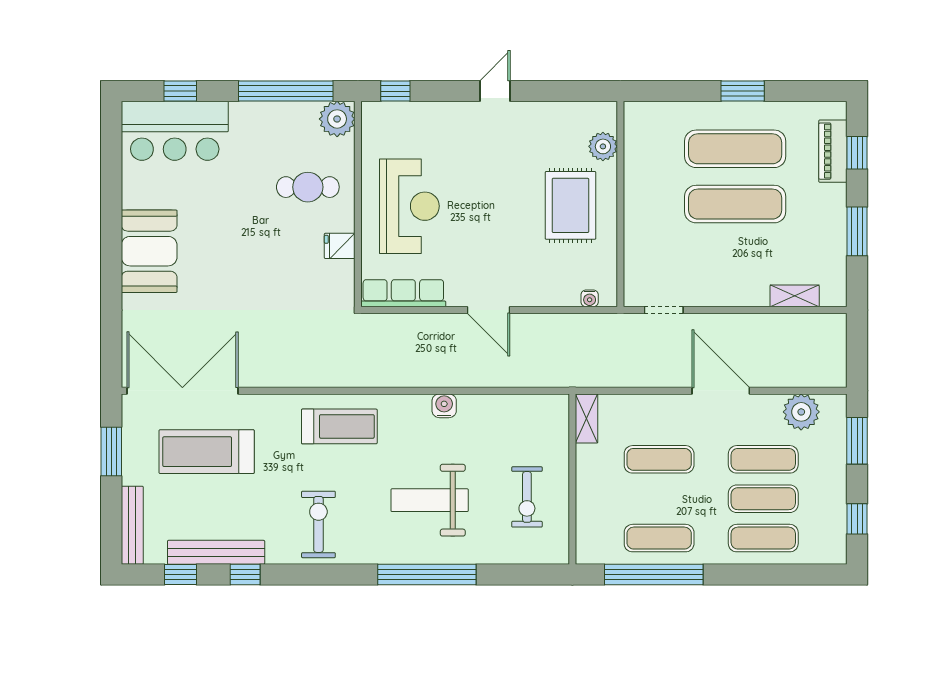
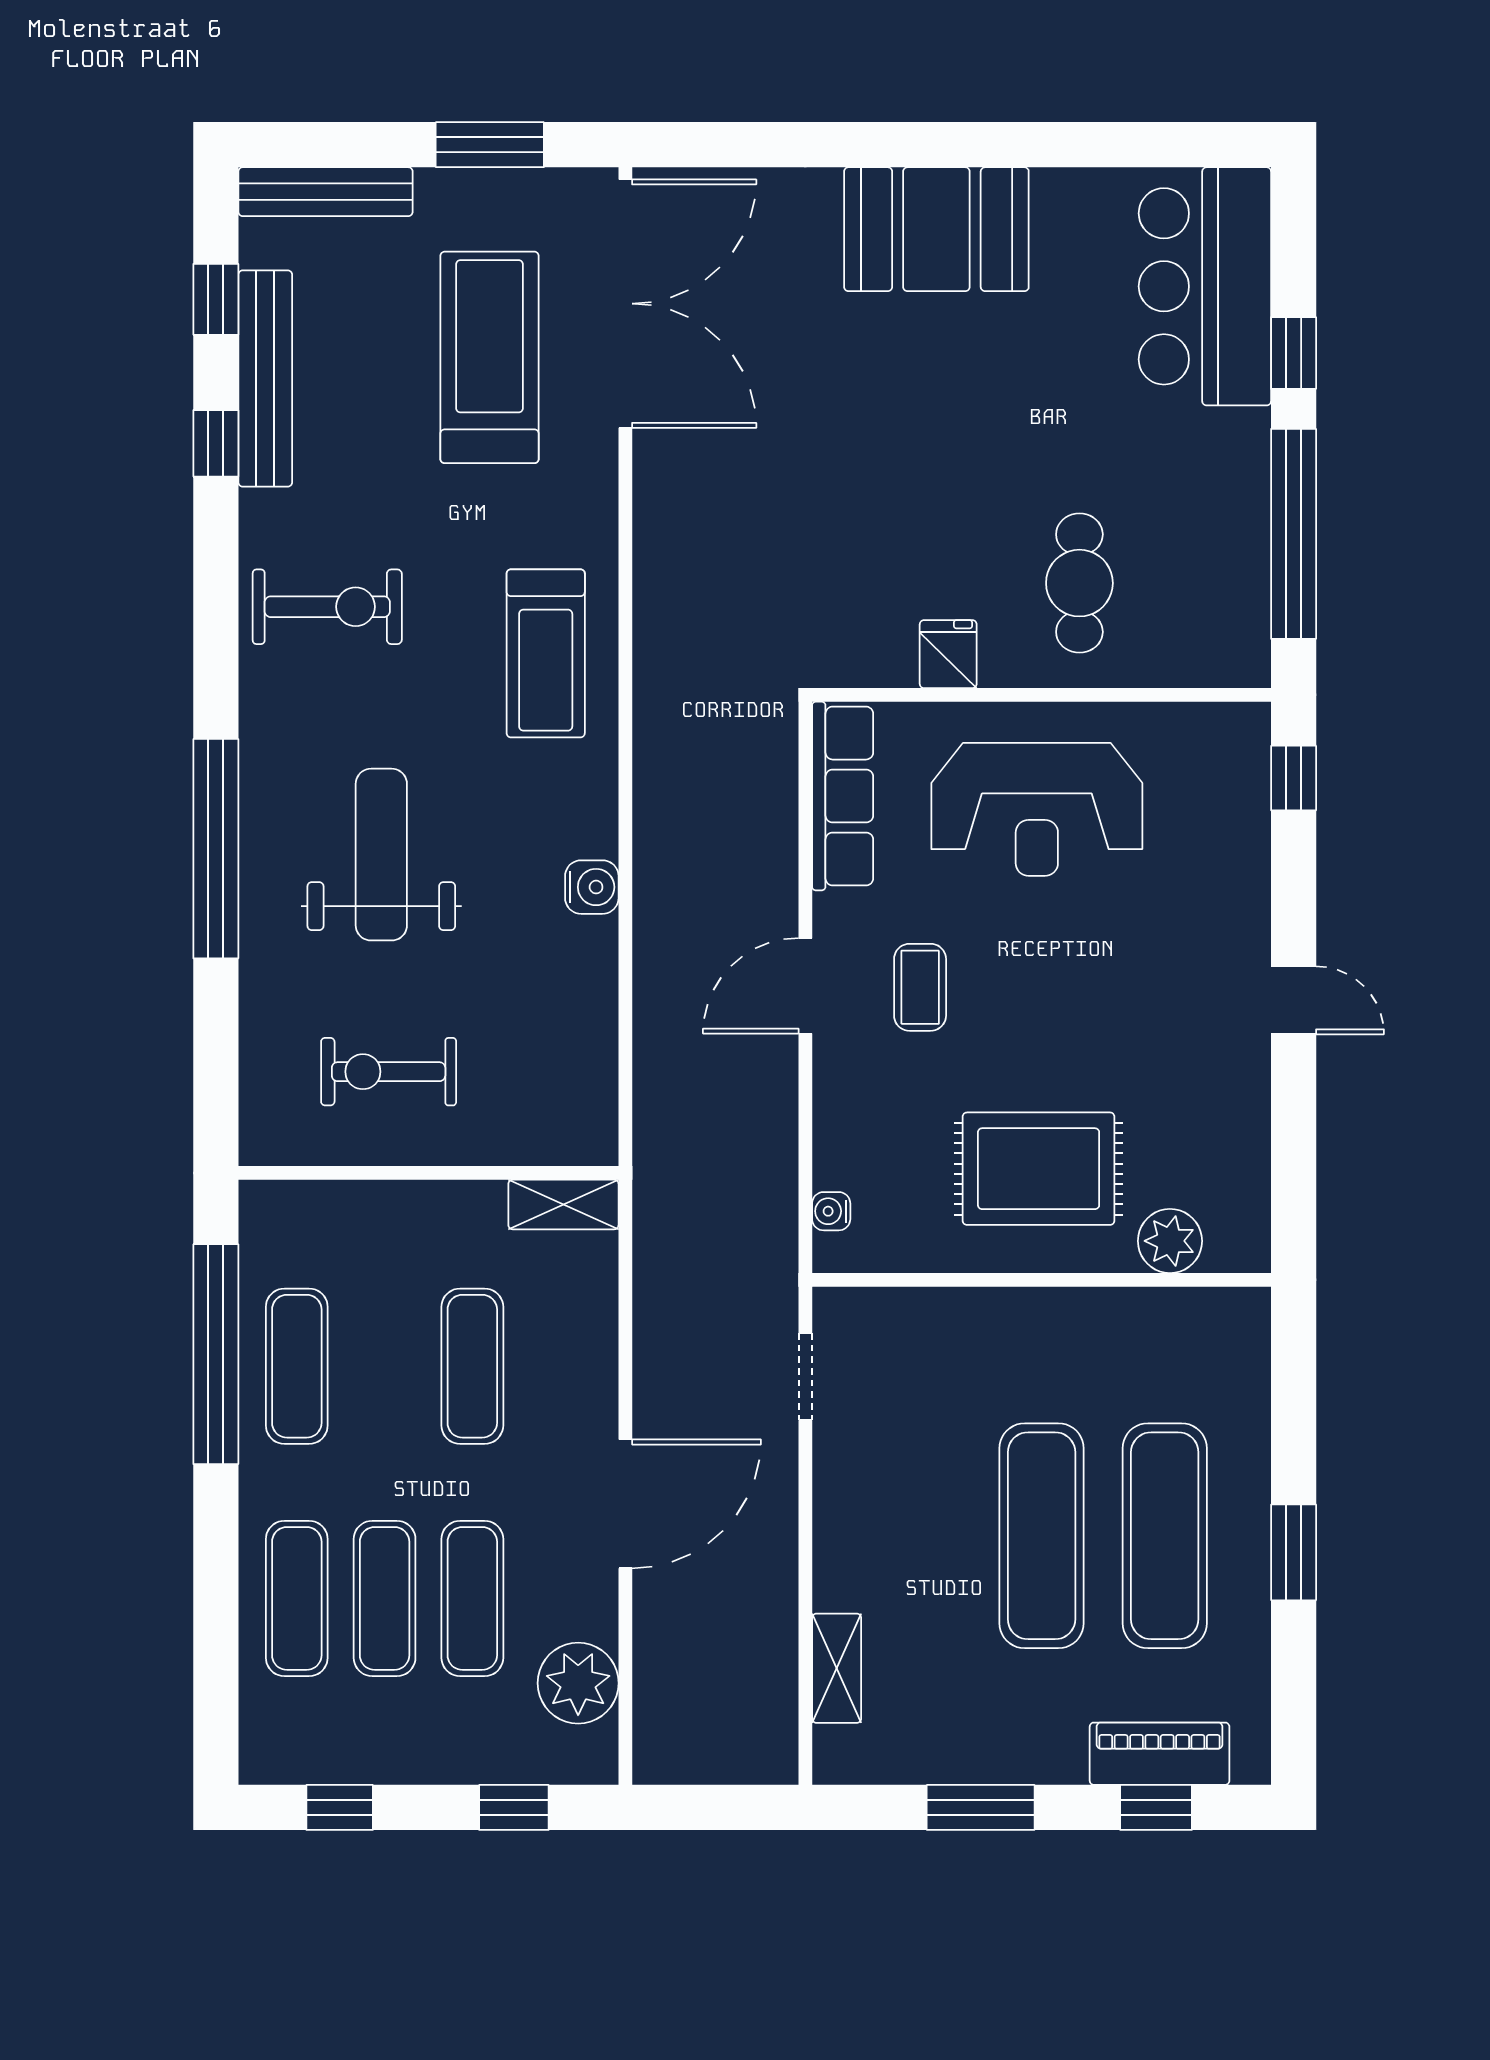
window: (180, 91) -> (1294, 353), moved
plant: (337, 119) -> (1231, 648), removed
coffee table: (489, 259) -> (920, 987), added
window: (857, 441) -> (514, 1807), width x0.67

